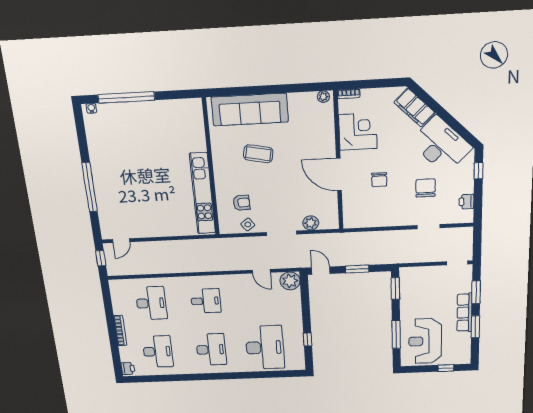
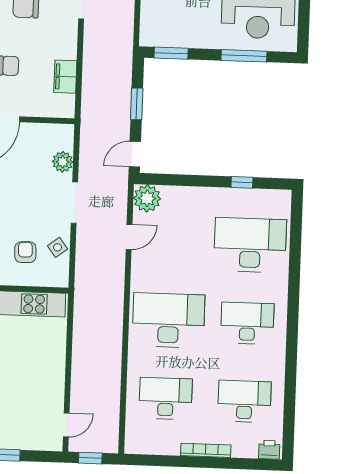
filing cabinet: (374, 220) -> (65, 77), added
door: (121, 241) -> (66, 425), hinge flipped
desk: (206, 301) -> (168, 320), width x1.87, depth x1.30

